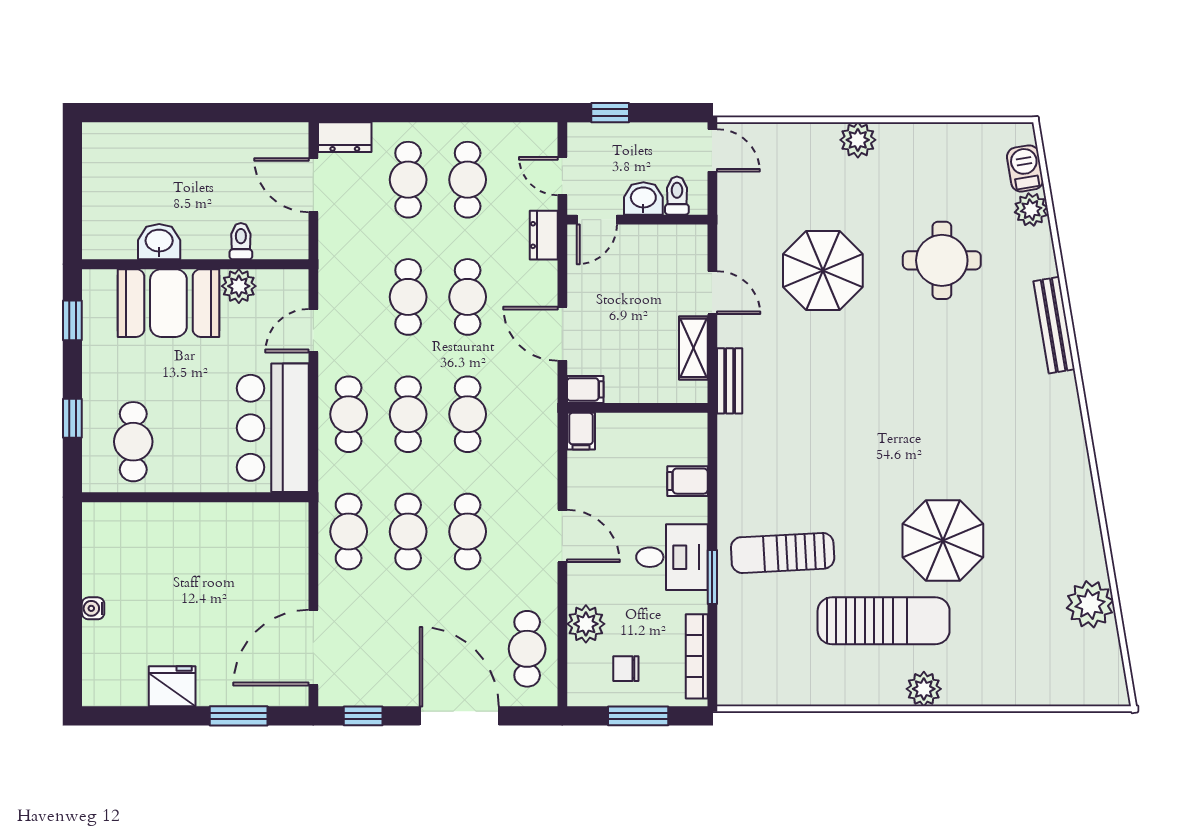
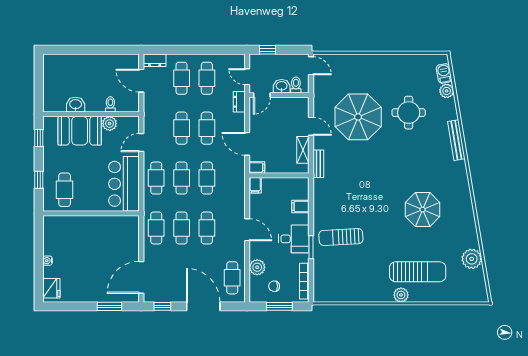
plant: (858, 140) -> (373, 61), removed
parasol: (823, 271) -> (358, 117), width x1.36, depth x1.36
parasol: (943, 540) -> (423, 209), moved
sun lounger: (884, 621) -> (418, 272), moved
fridge: (172, 686) -> (51, 288), moved, turned 90

